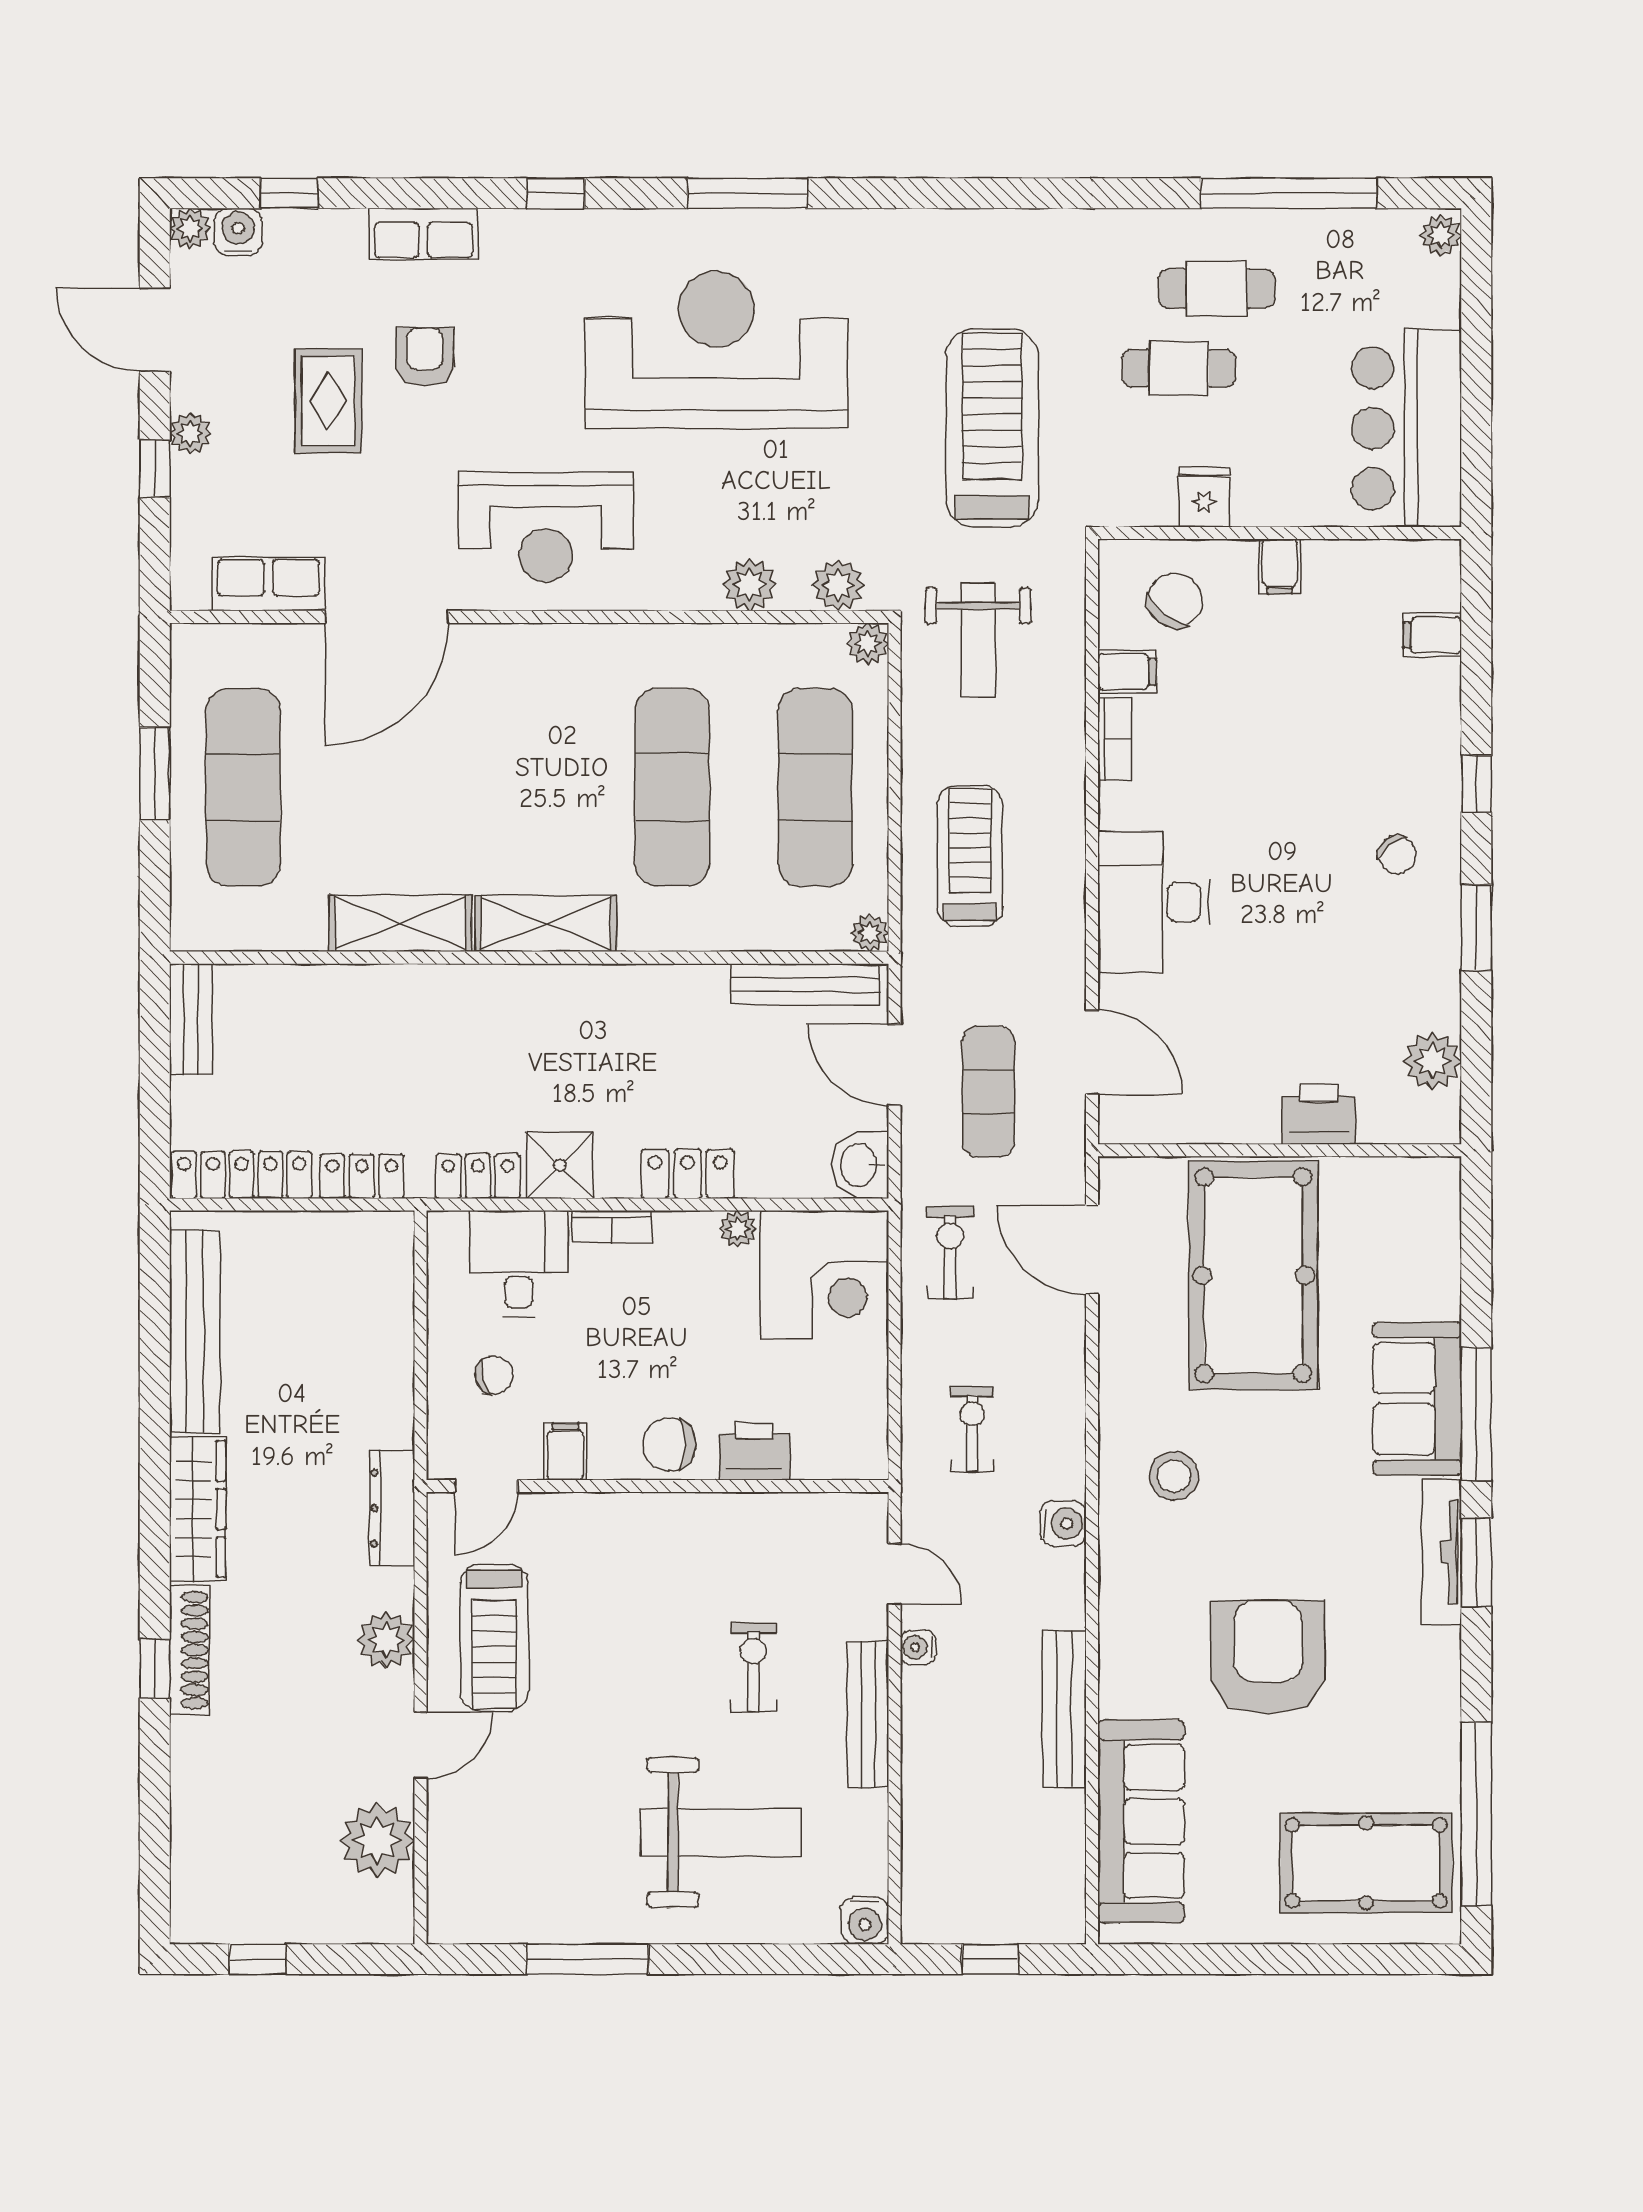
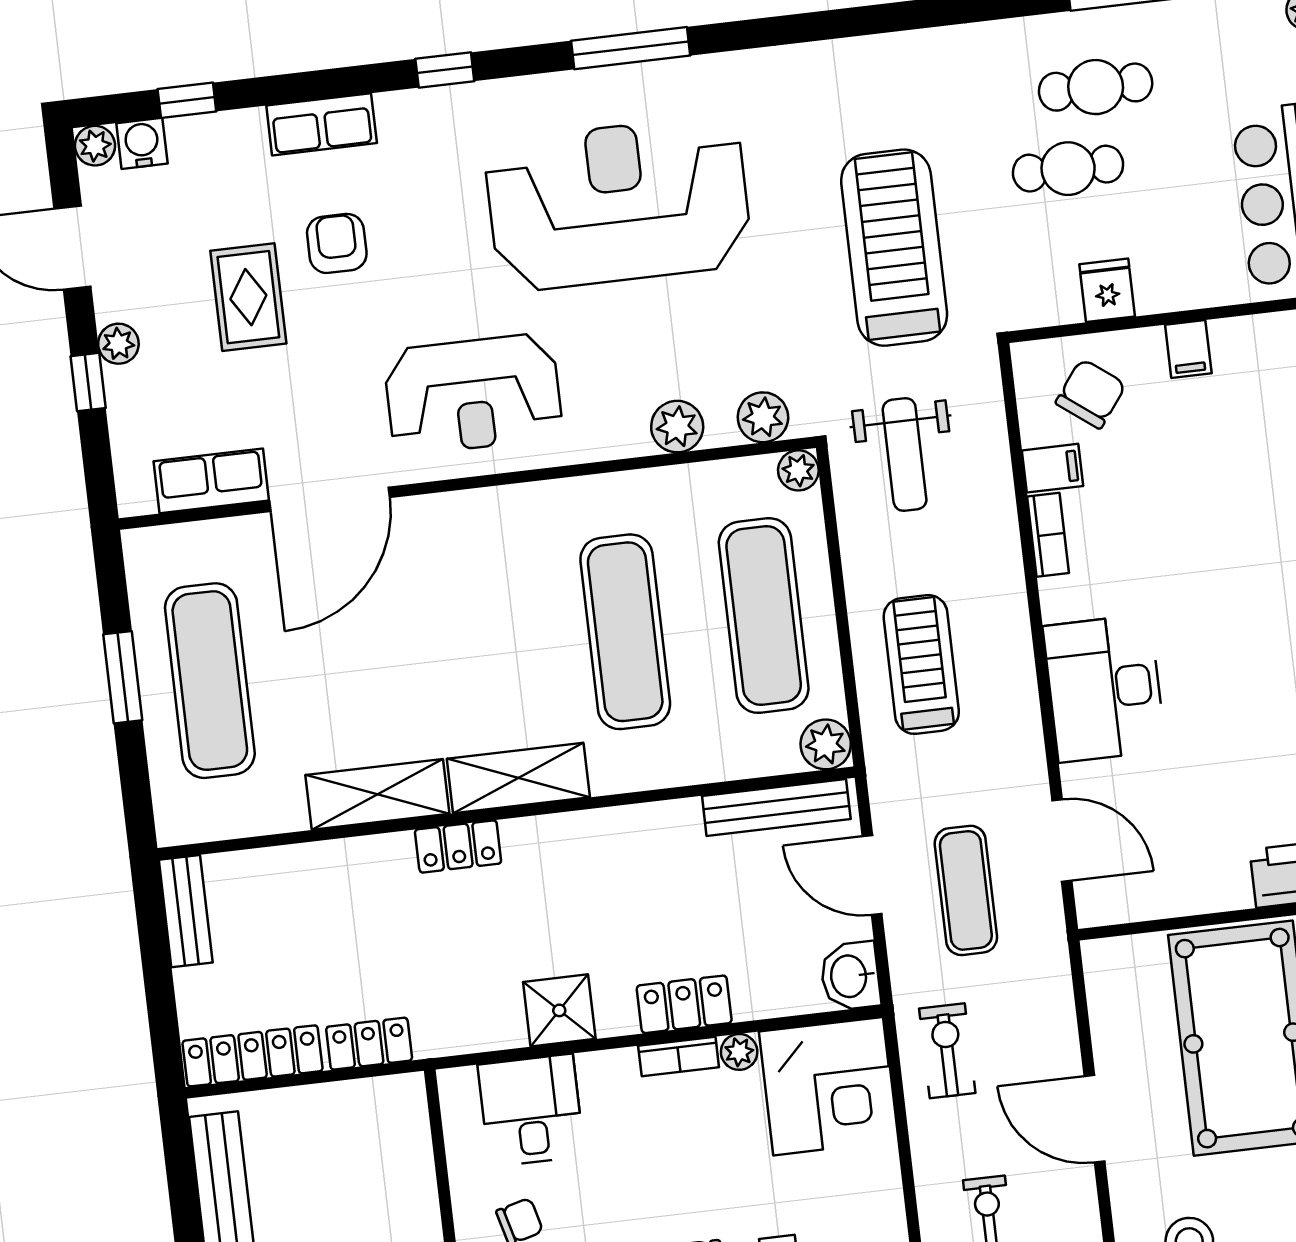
plant: (870, 933) -> (826, 744), width x1.38, depth x1.38
locker: (478, 1176) -> (458, 846), moved, turned 180
bookcase: (612, 1226) -> (679, 1056), moved
door: (1092, 1250) -> (1095, 1119), moved

